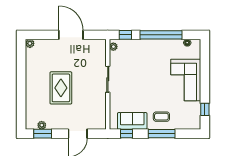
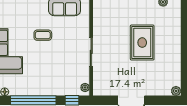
coffee table: (161, 117) -> (43, 35), moved

